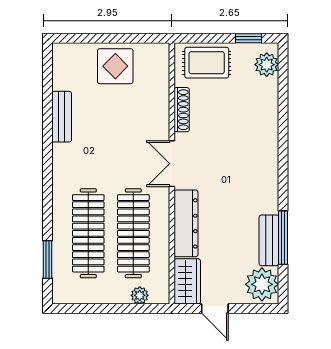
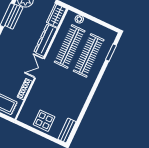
bench: (62, 117) -> (67, 131), moved
double door: (172, 164) -> (40, 68), swing flipped

